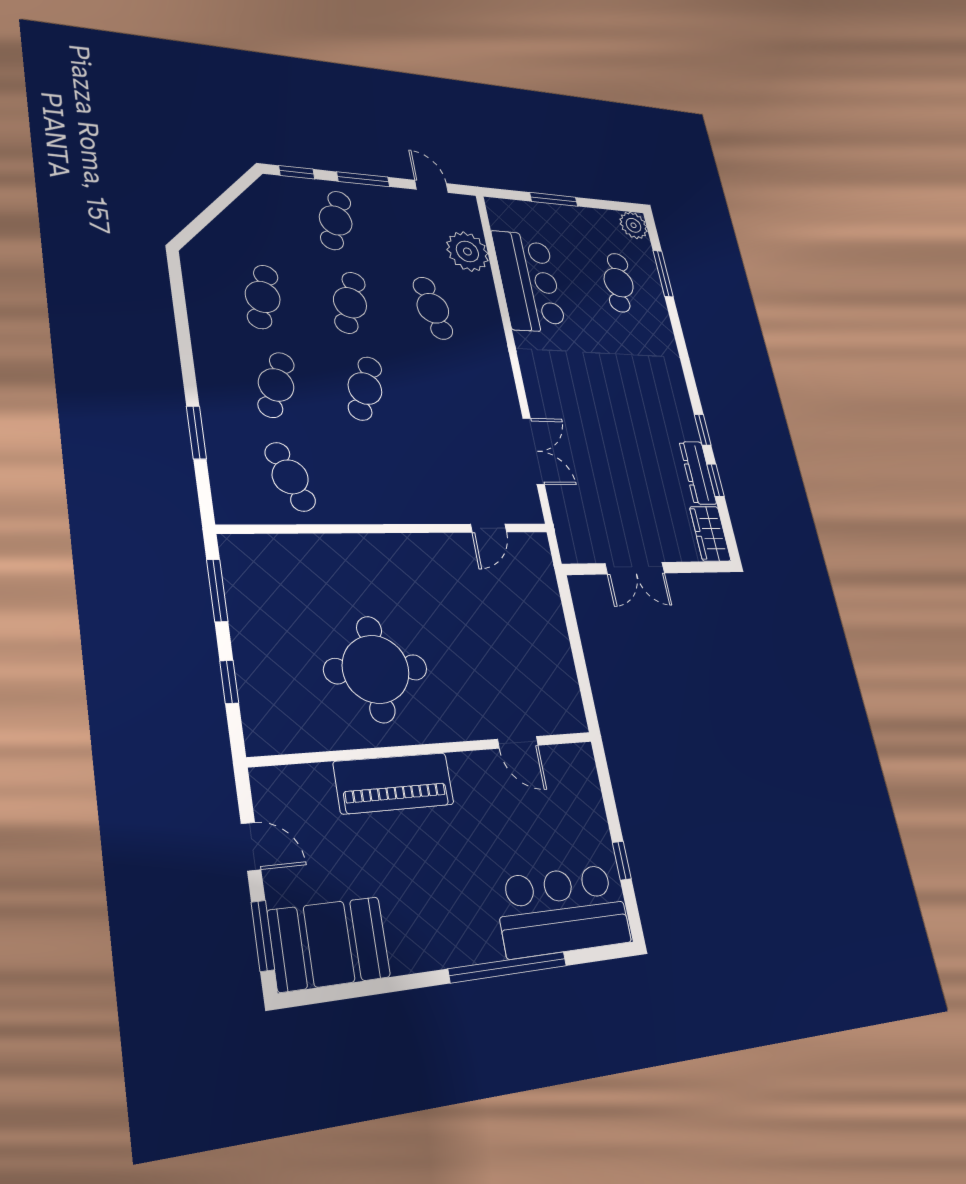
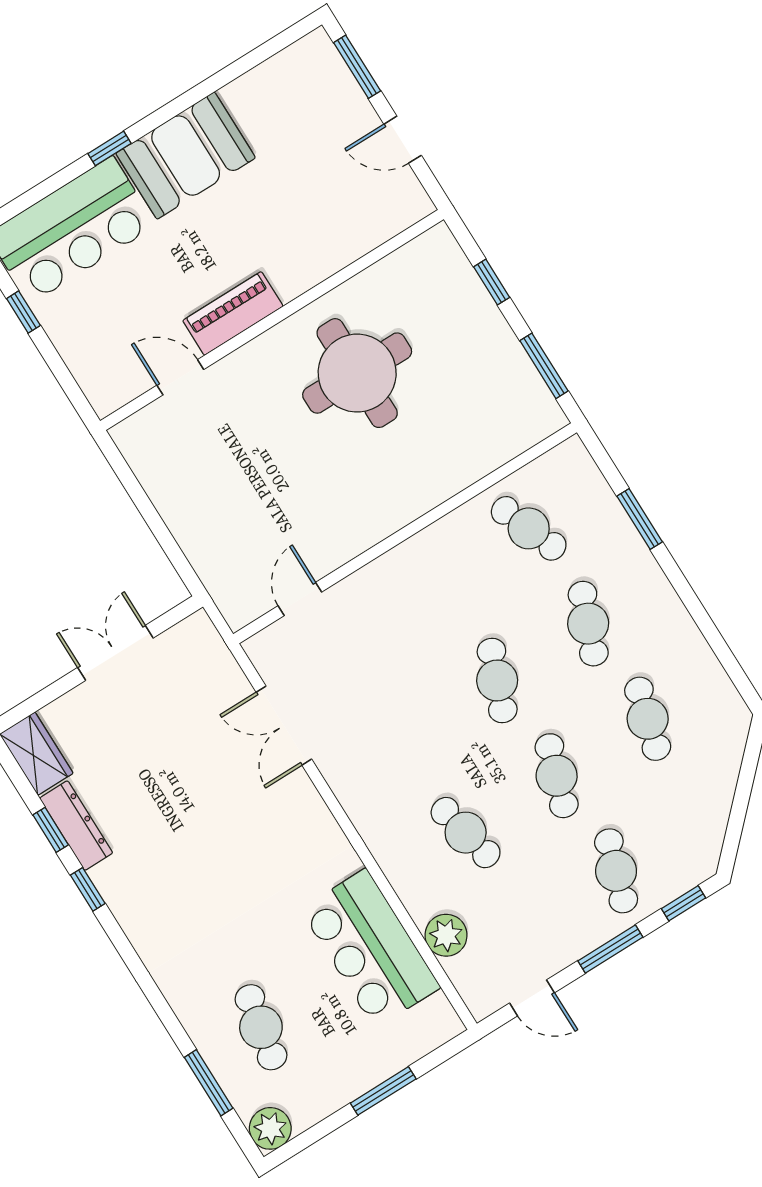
plant: (467, 252) -> (446, 935), width x0.73, depth x0.73
piano: (394, 783) -> (233, 313), moved, width x0.73, depth x0.75
booth: (329, 944) -> (186, 156), moved
window: (508, 967) -> (109, 148), width x0.32

